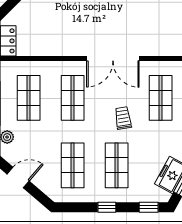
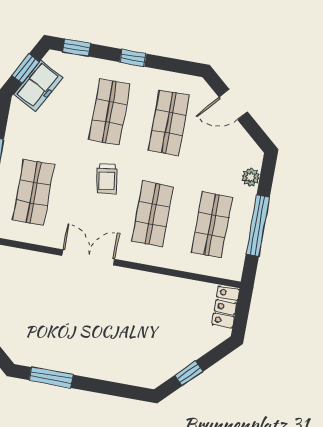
double door: (113, 58) -> (88, 257), width x0.73
trolley: (123, 118) -> (107, 179), moved
door: (18, 178) -> (233, 104), moved

